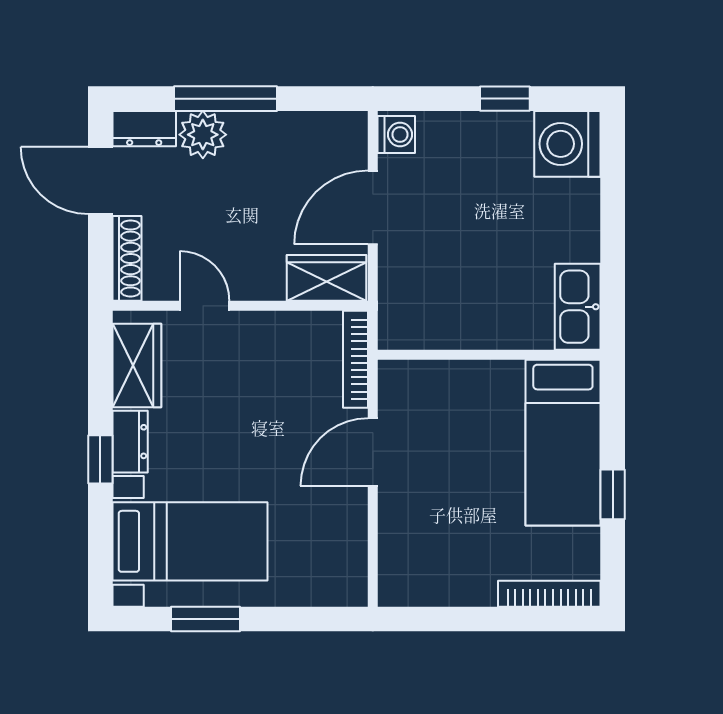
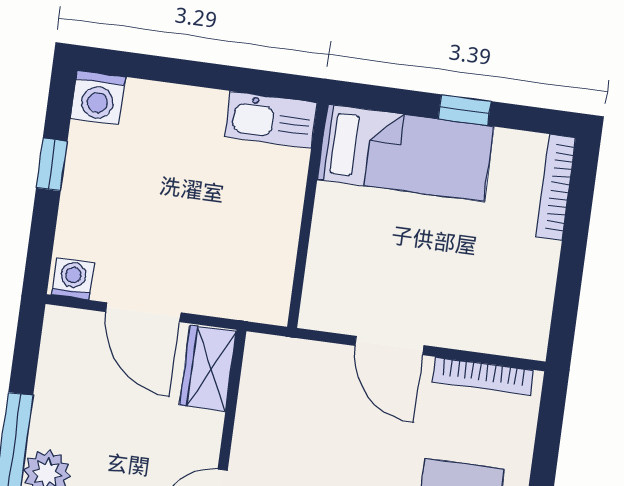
washing machine: (567, 144) -> (98, 98), width x0.73, depth x0.73
bookcase: (355, 359) -> (483, 376), moved

